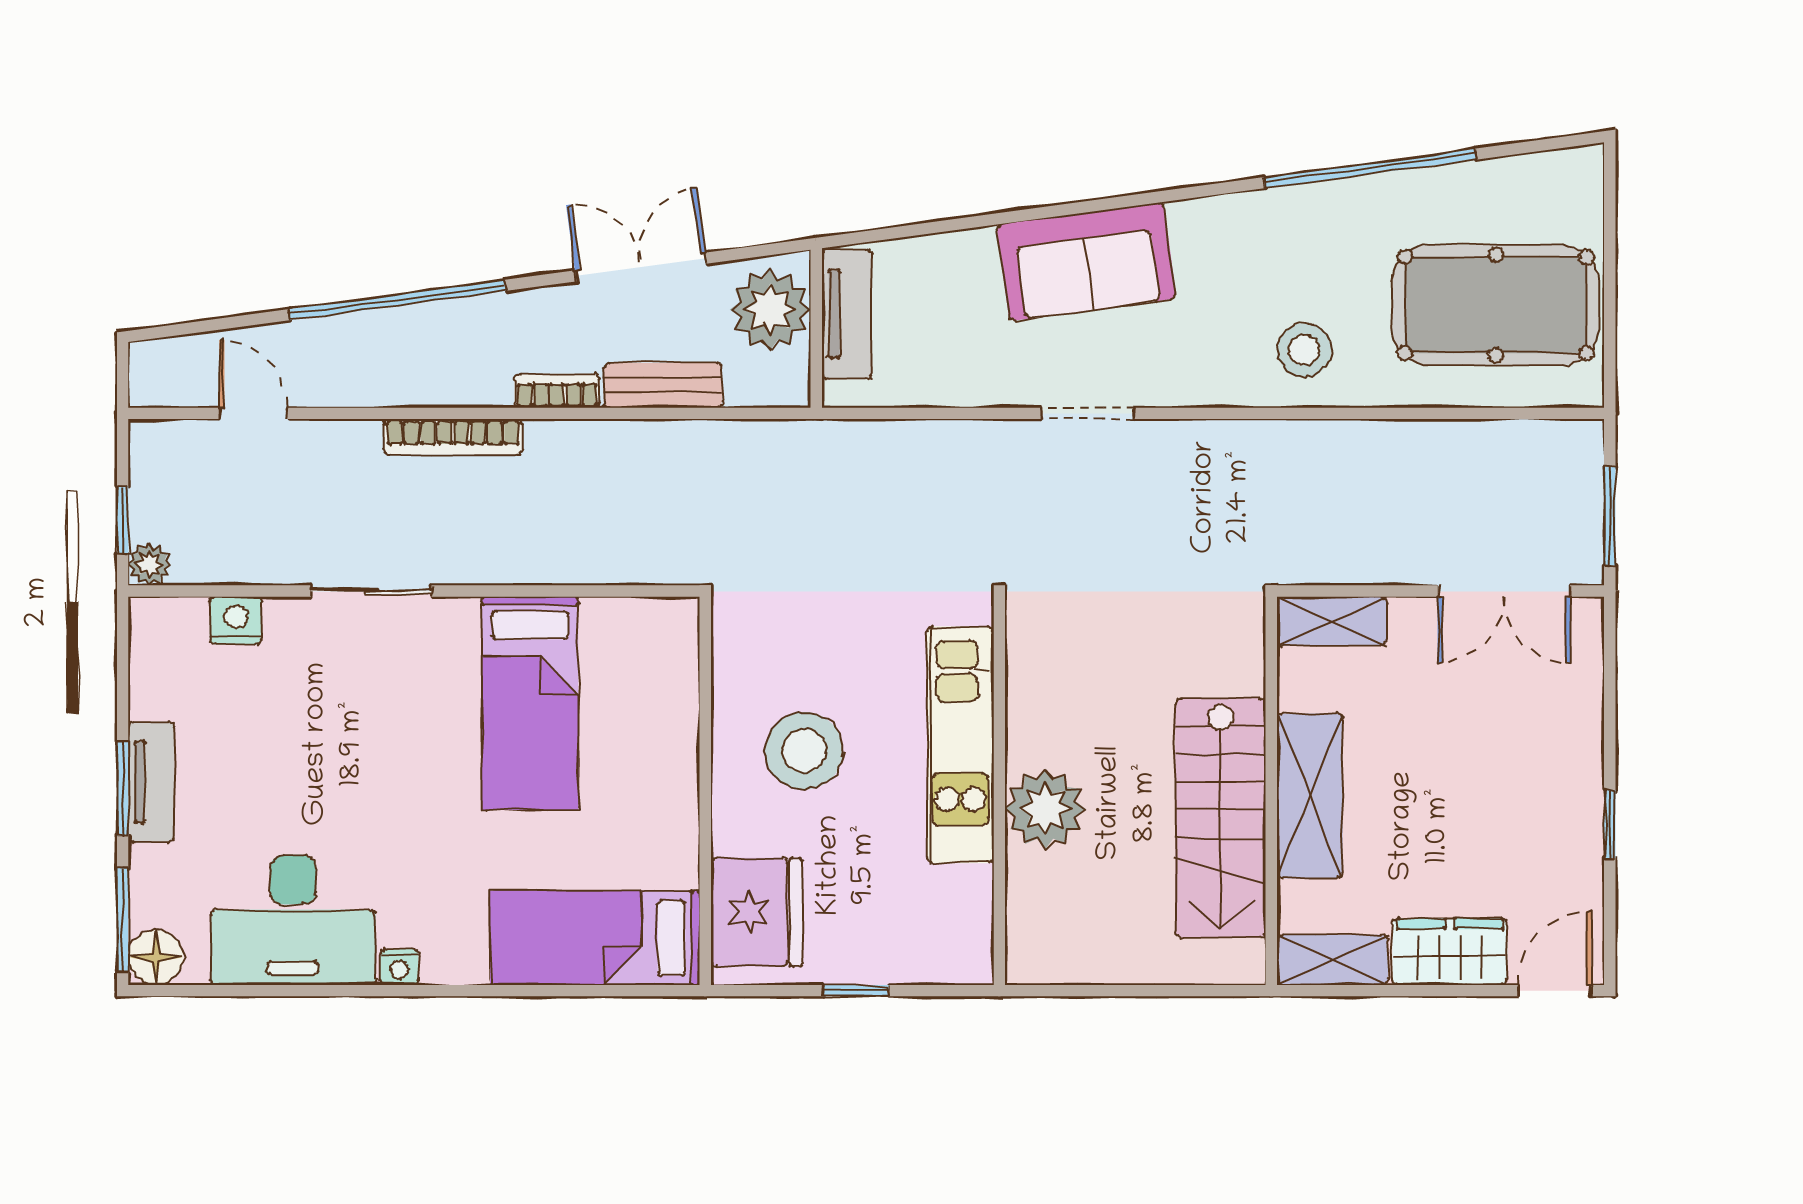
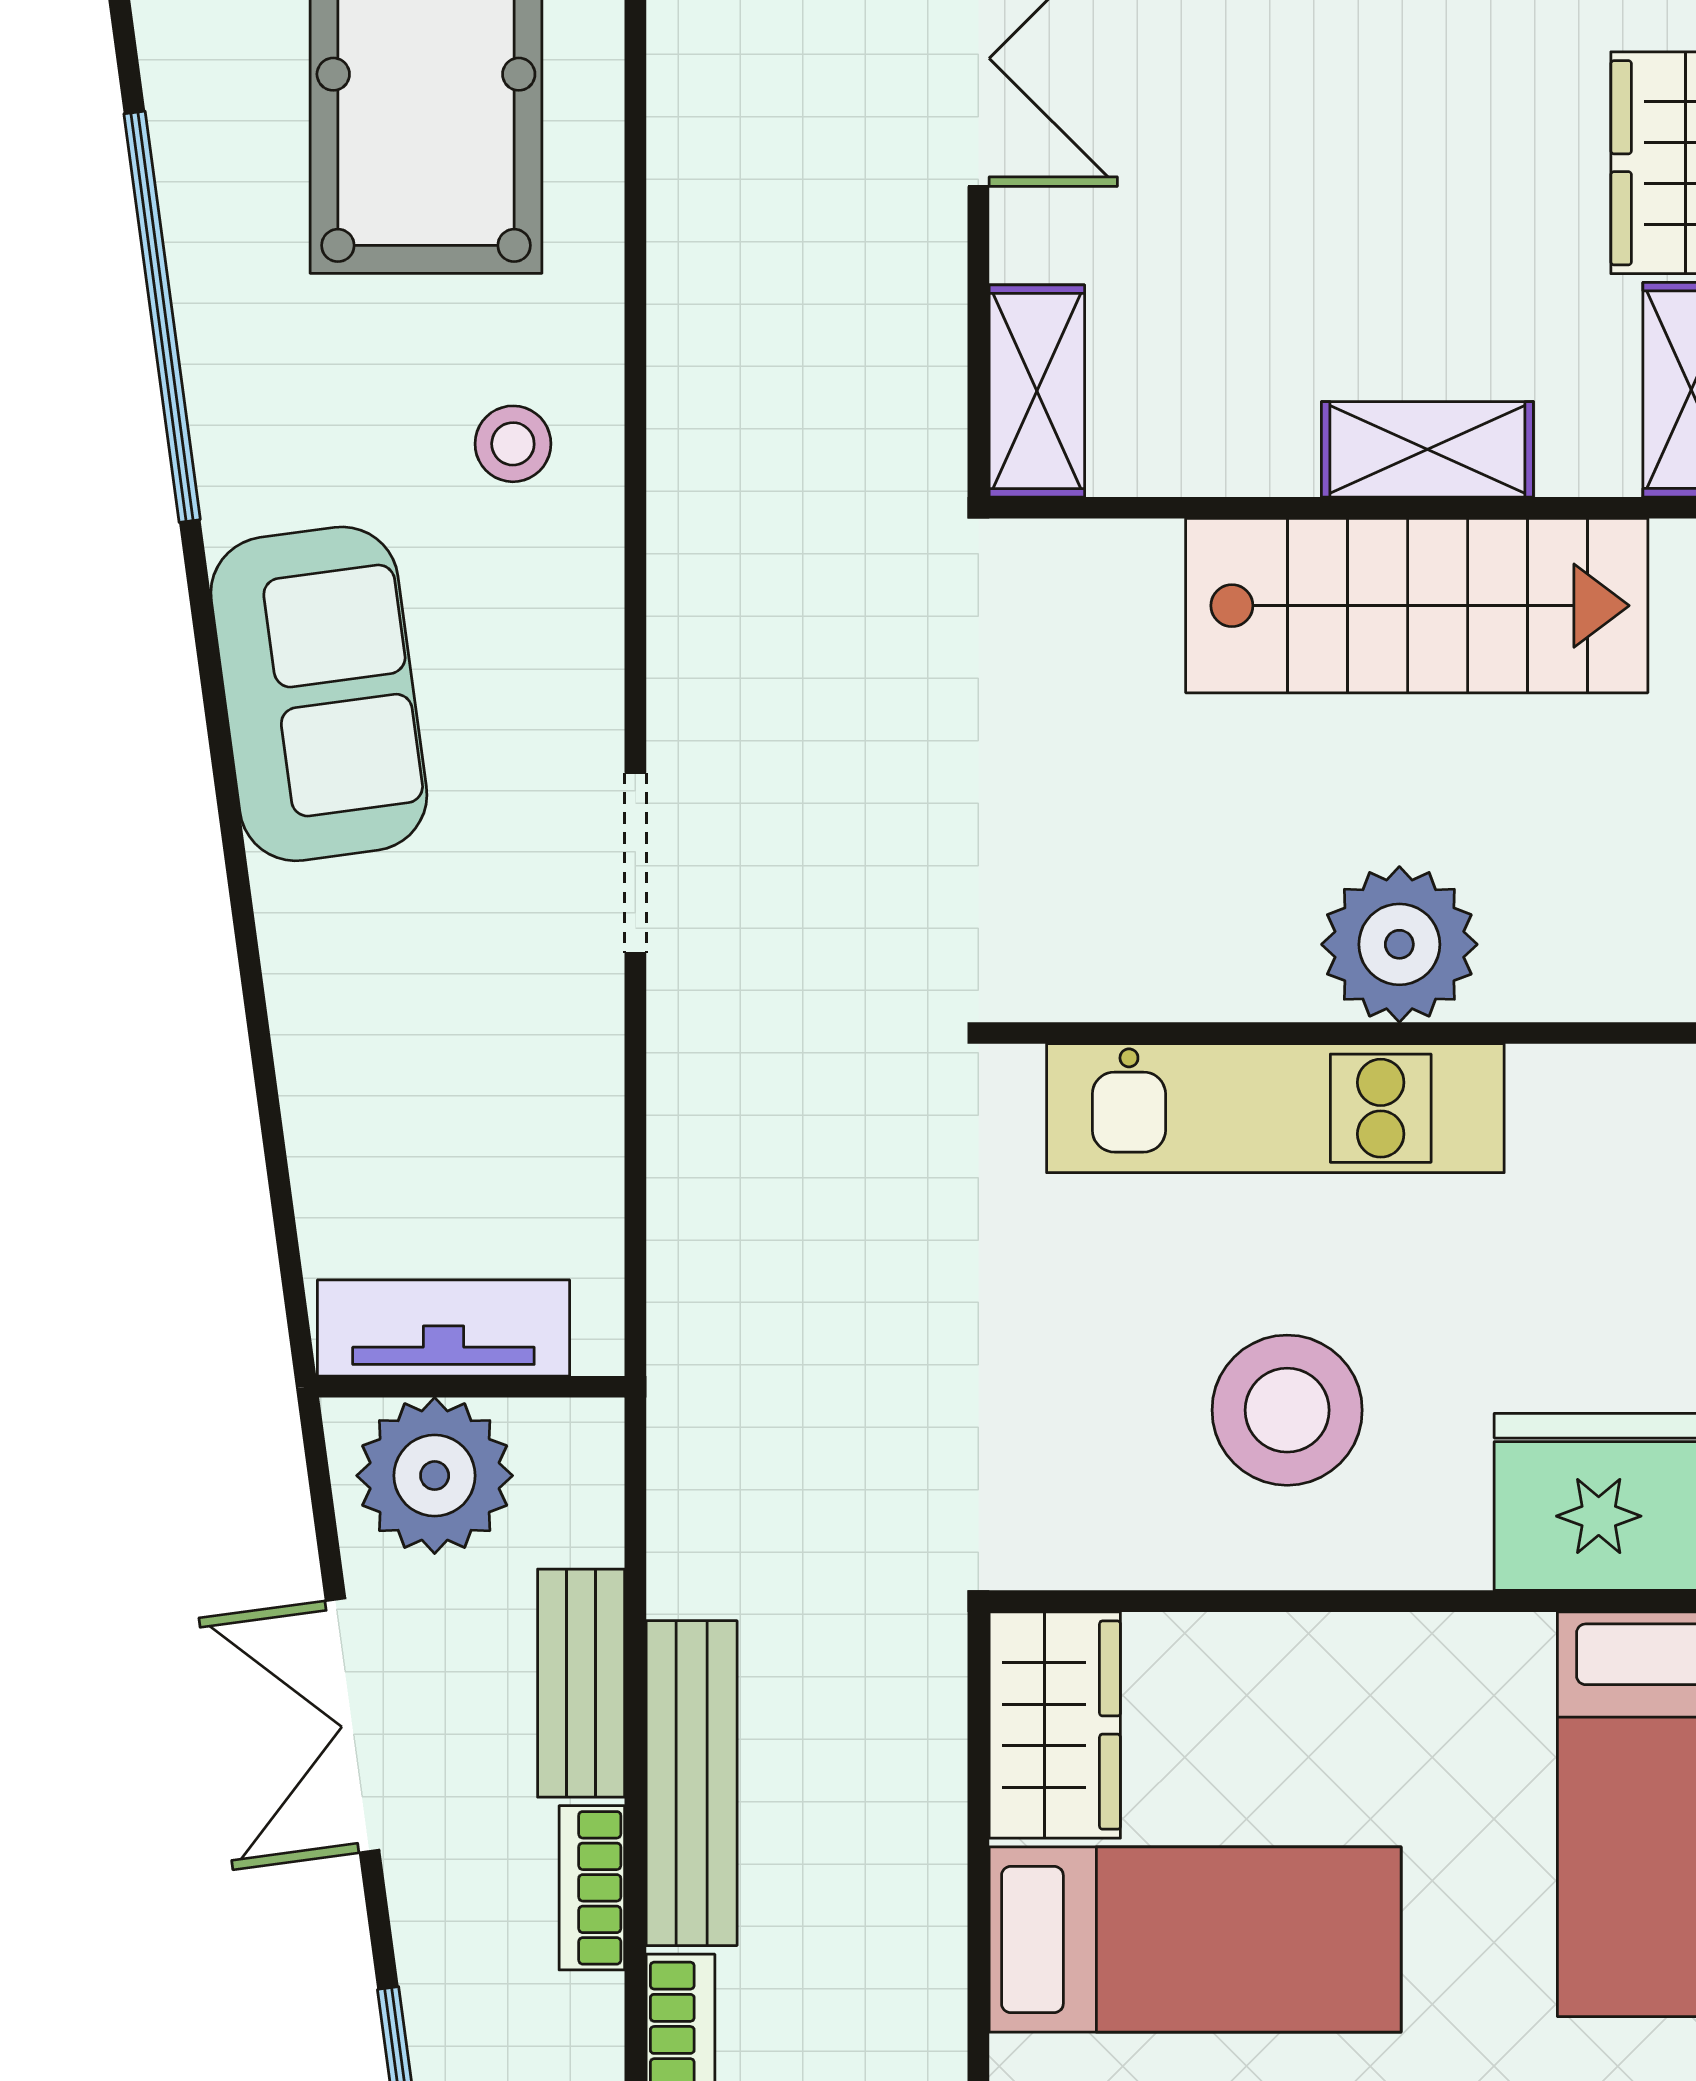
sofa: (1086, 262) -> (319, 694), moved
stool: (1304, 350) -> (513, 444), width x0.73, depth x0.73
bench: (611, 443) -> (692, 1783), added
wardrobe: (641, 631) -> (1055, 1725), added
shelving: (1310, 796) -> (1427, 449), width x0.67, depth x0.75

